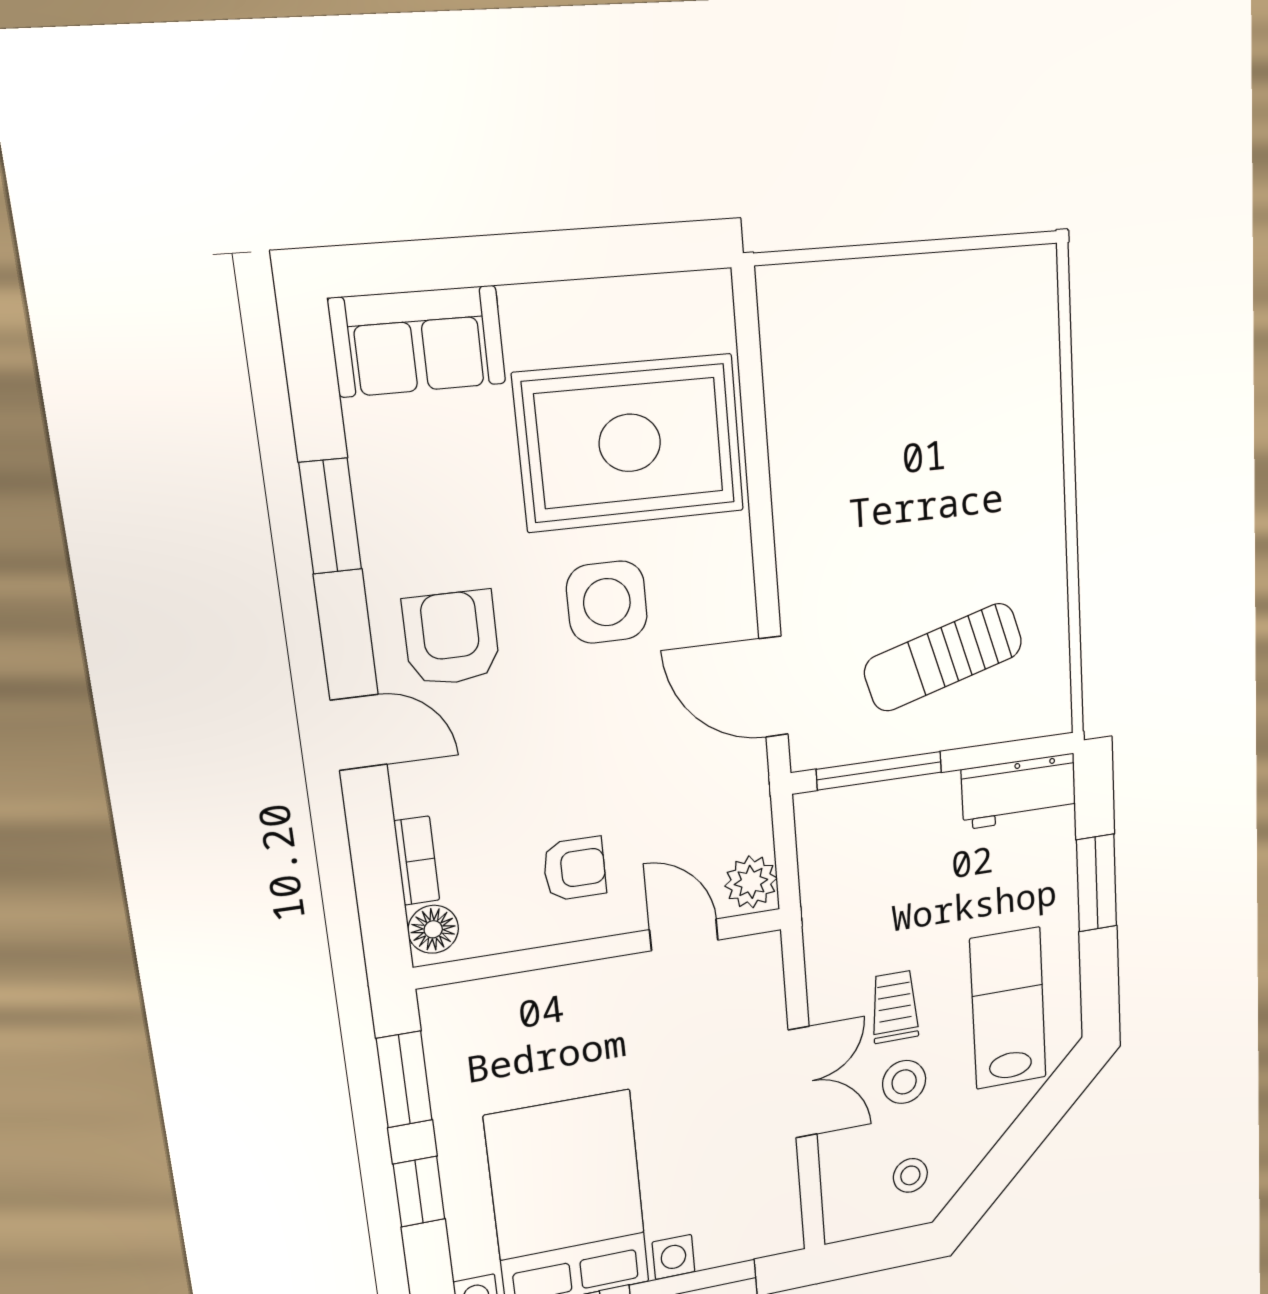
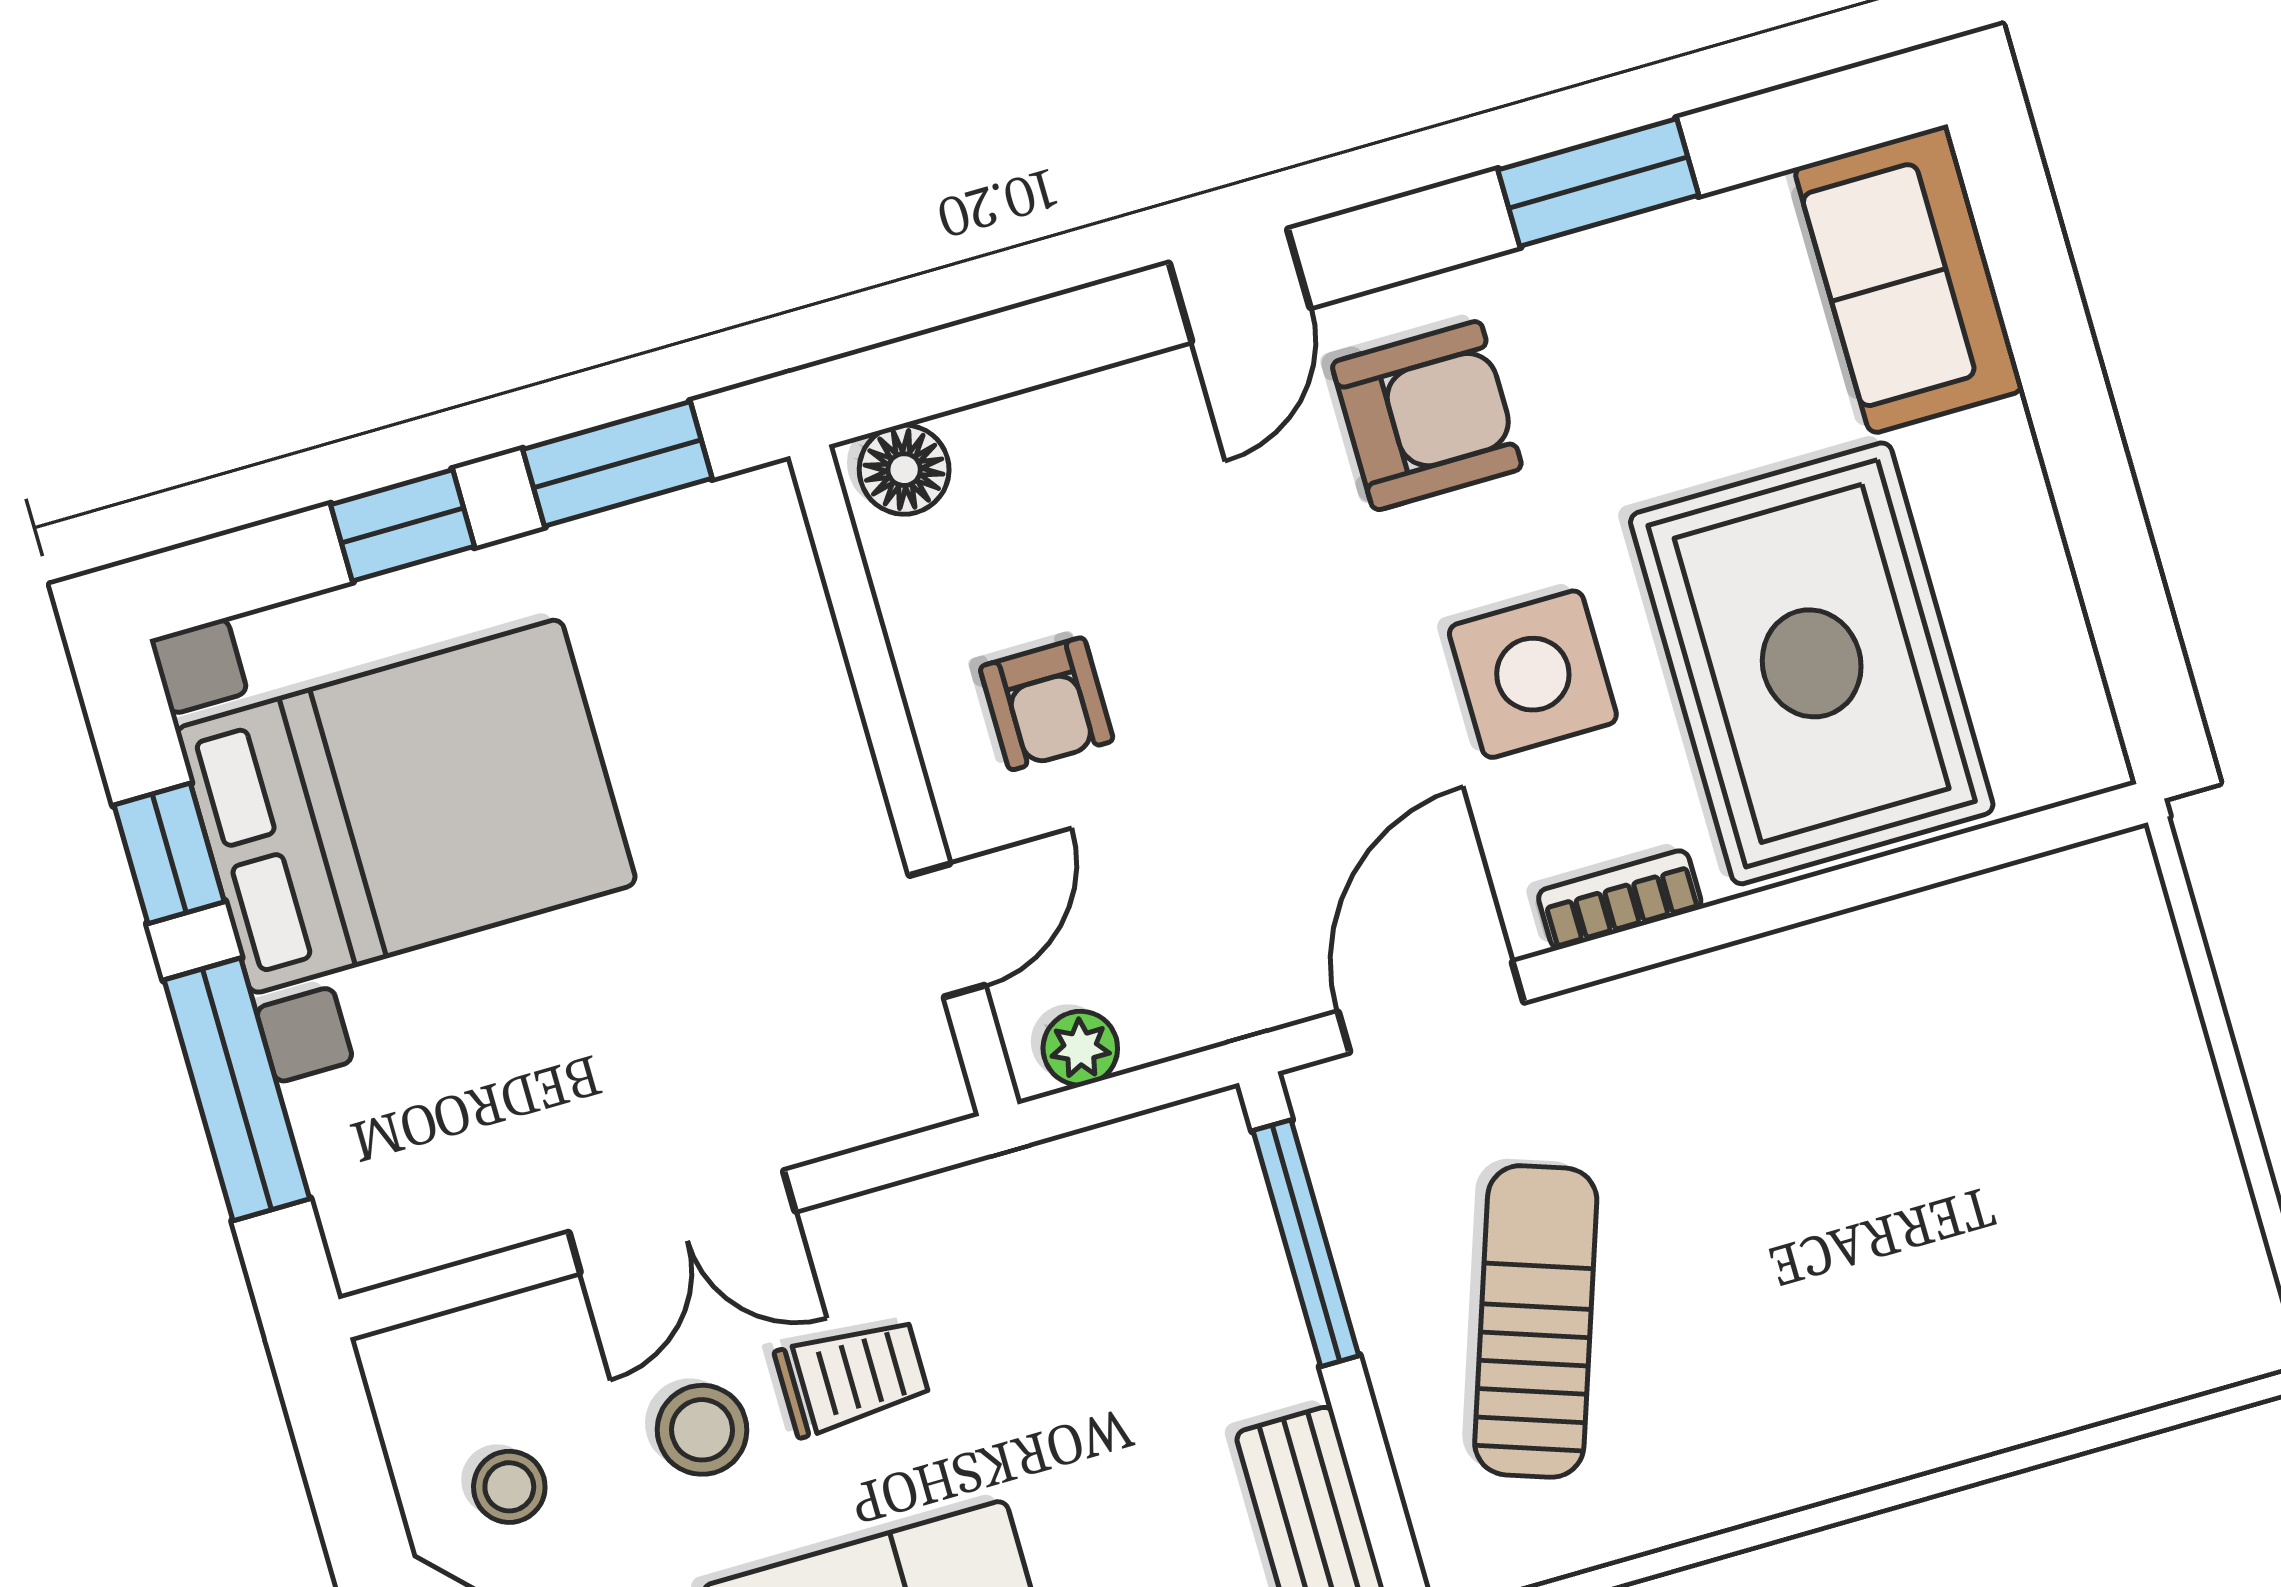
sun lounger: (943, 657) -> (1536, 1321), turned 35
bookcase: (417, 861) -> (1620, 900), moved, turned 180
plant: (751, 882) -> (1080, 1048), width x0.73, depth x0.73

